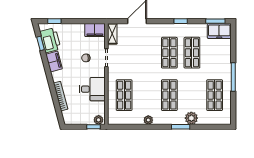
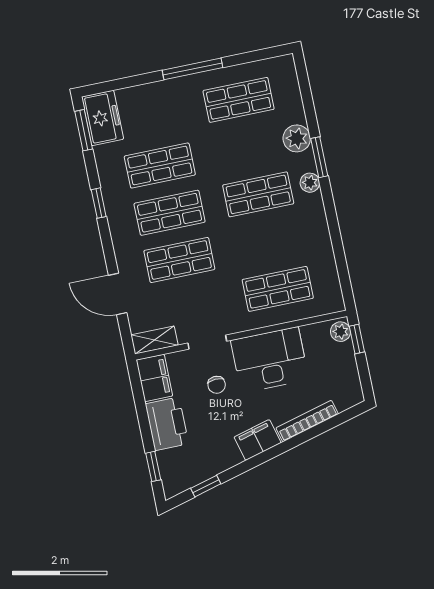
printer: (50, 40) -> (167, 424), moved, turned 105
shop shelf: (147, 53) -> (179, 260), added
filing cabinet: (54, 61) -> (258, 440), moved
desk: (92, 89) -> (270, 360), width x1.37
plant: (148, 120) -> (310, 183), moved

